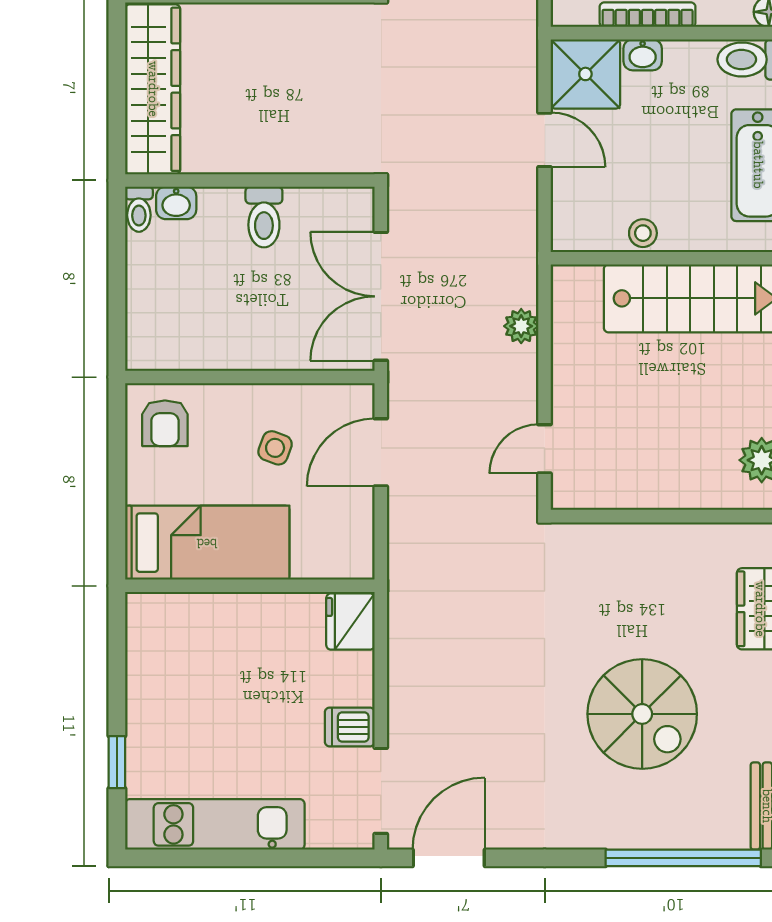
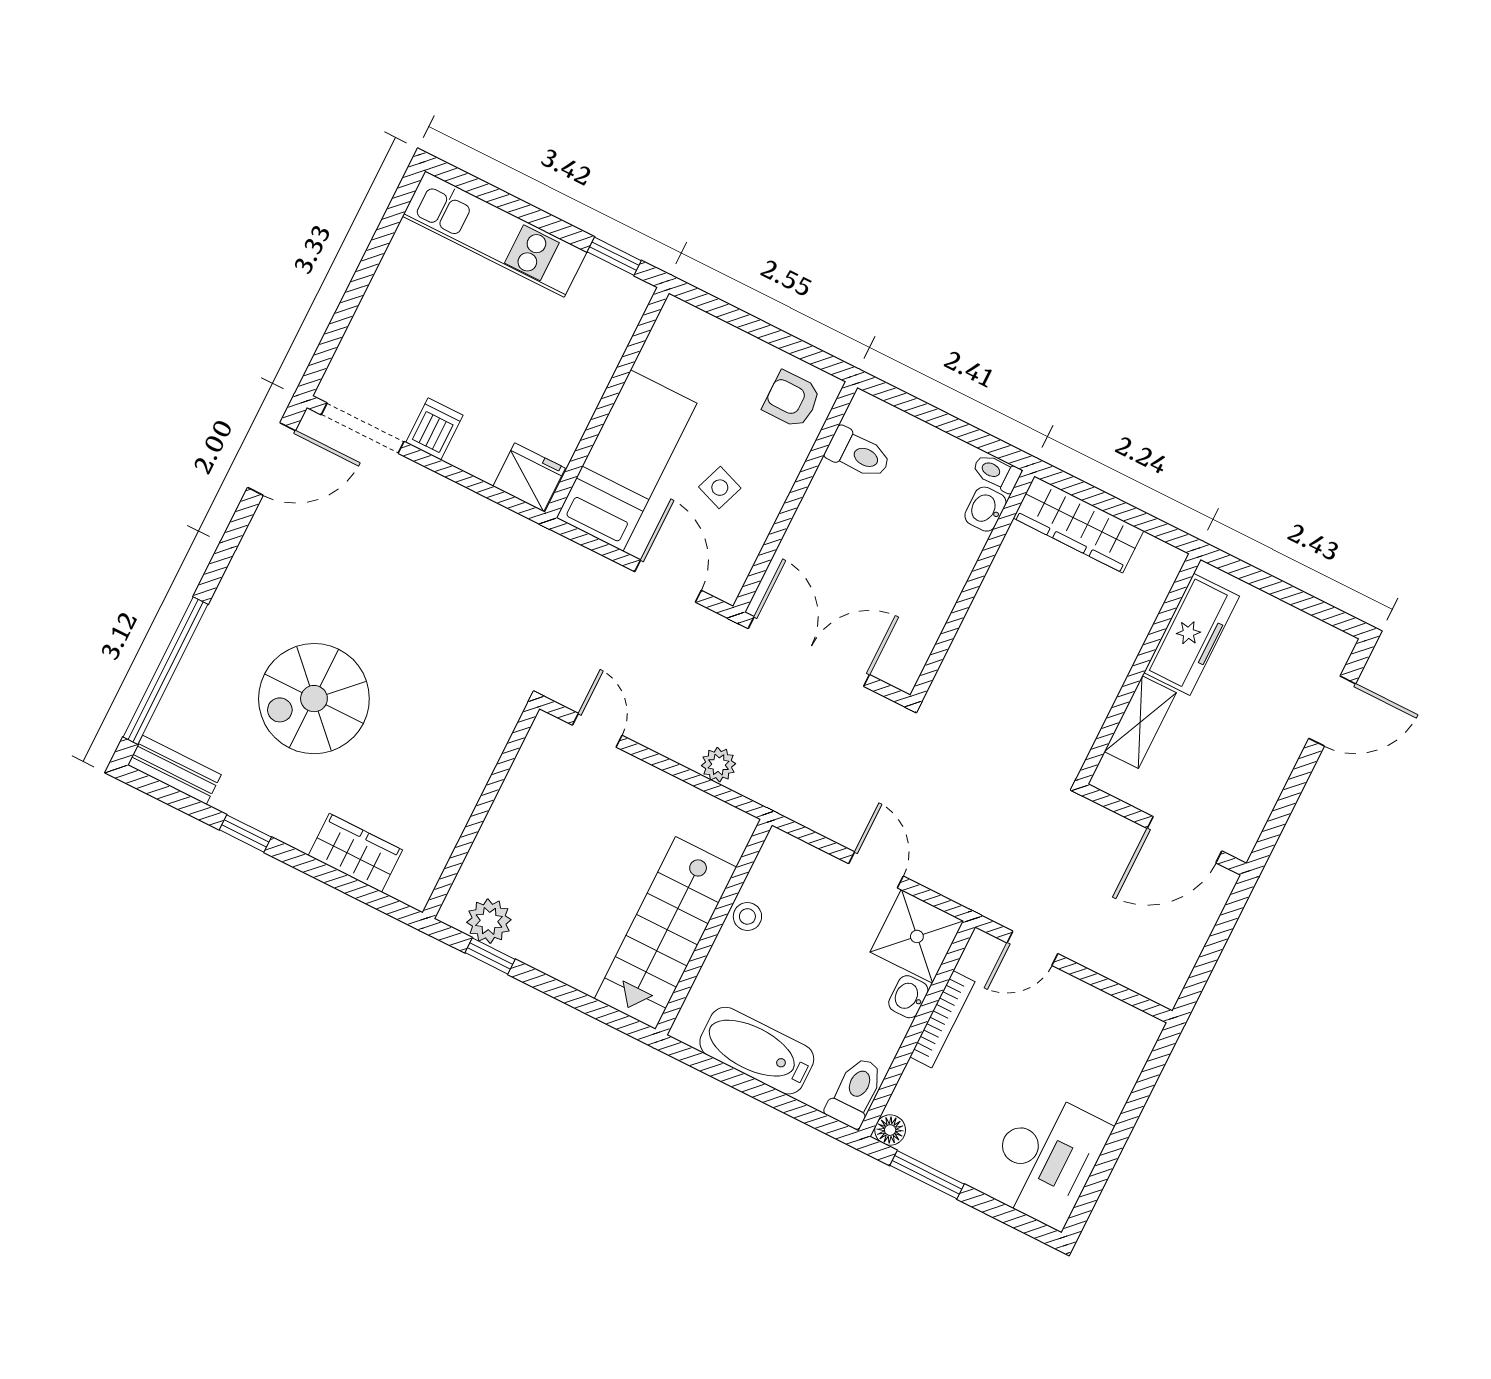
wardrobe: (153, 89) -> (1079, 524), width x0.71, depth x0.85
door: (545, 140) -> (876, 870), swing flipped
toilet: (264, 217) -> (858, 453), moved, turned 180
bed: (207, 543) -> (627, 461), moved, turned 180
window: (117, 762) -> (614, 256), moved
kitchen unit: (215, 824) -> (495, 234), moved, turned 90
door: (449, 858) -> (272, 459), hinge flipped

